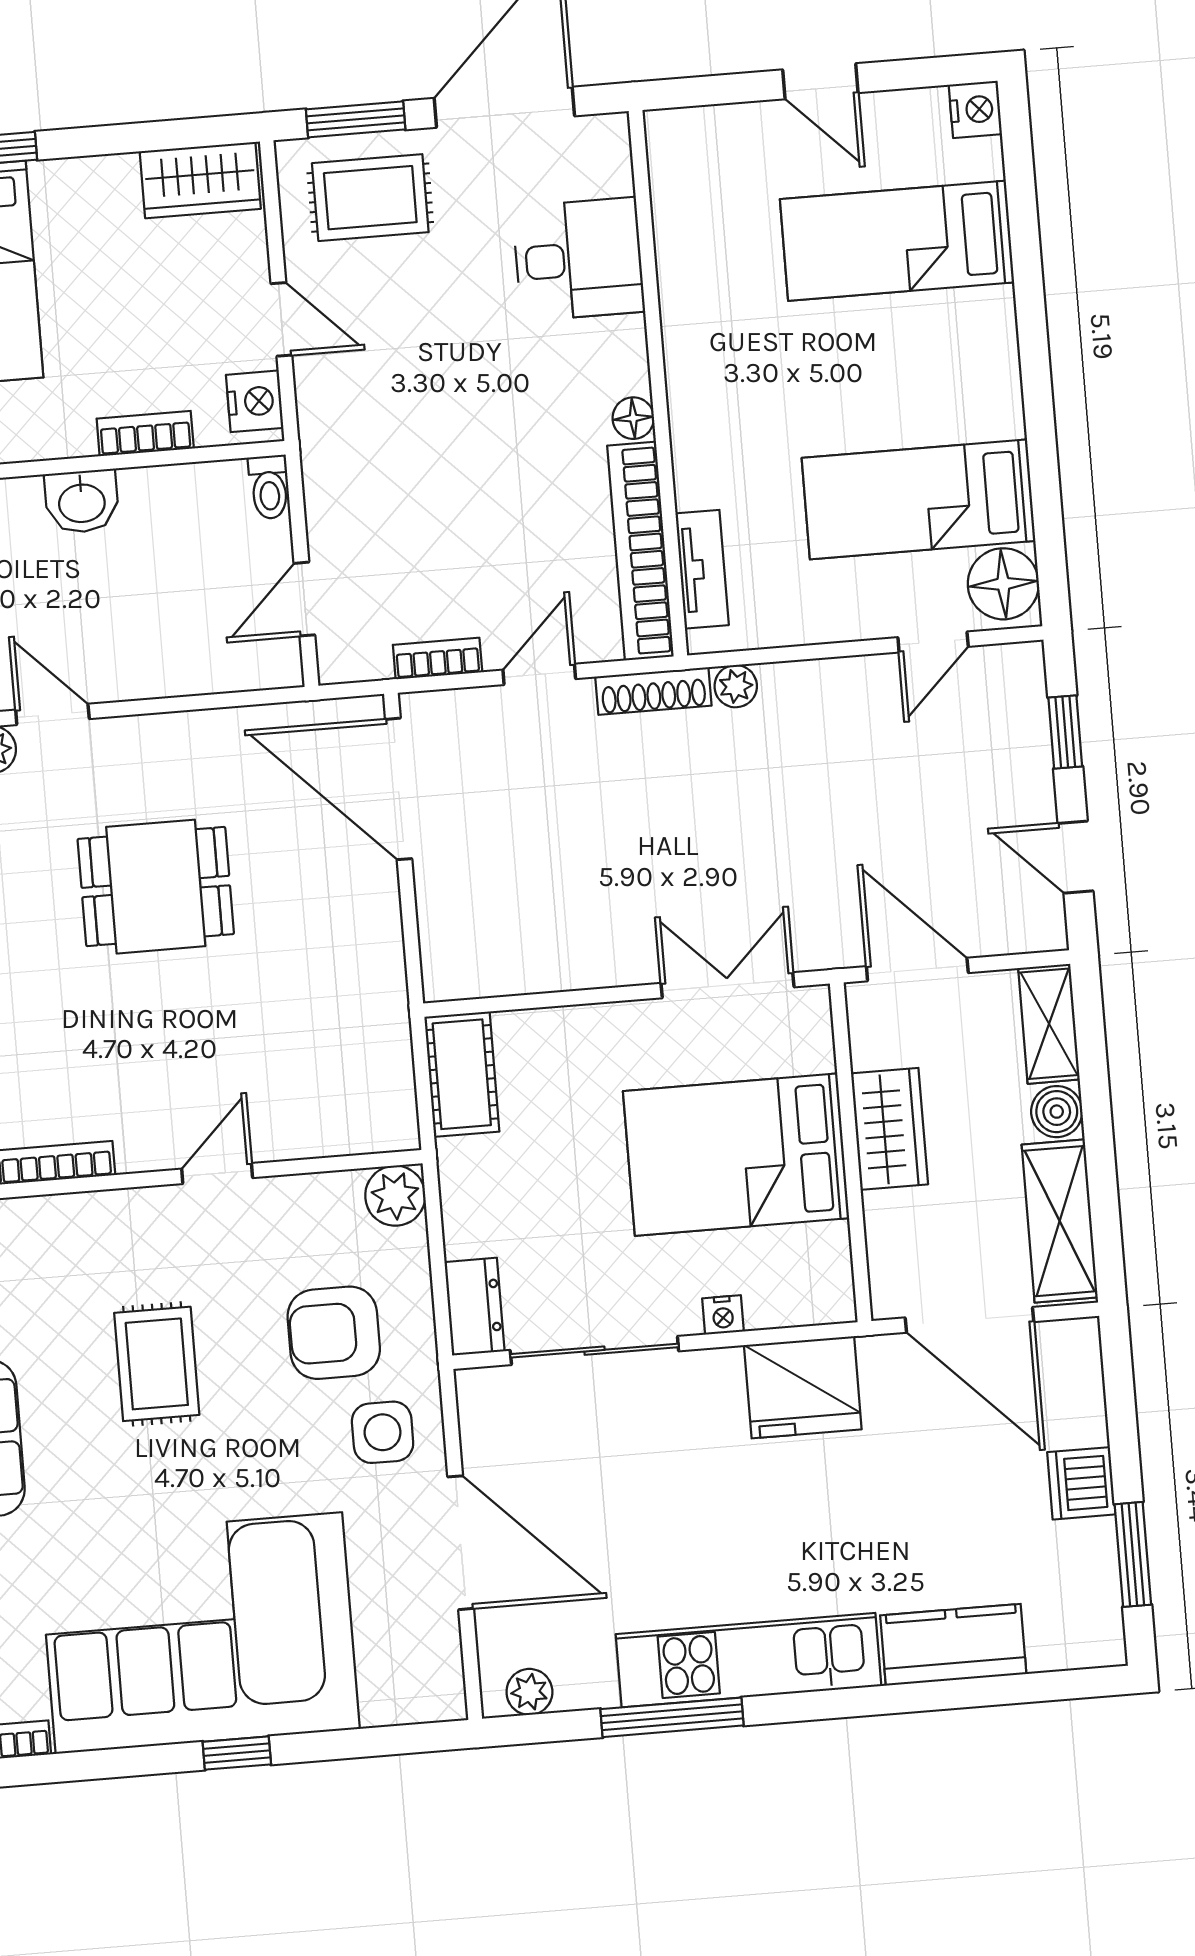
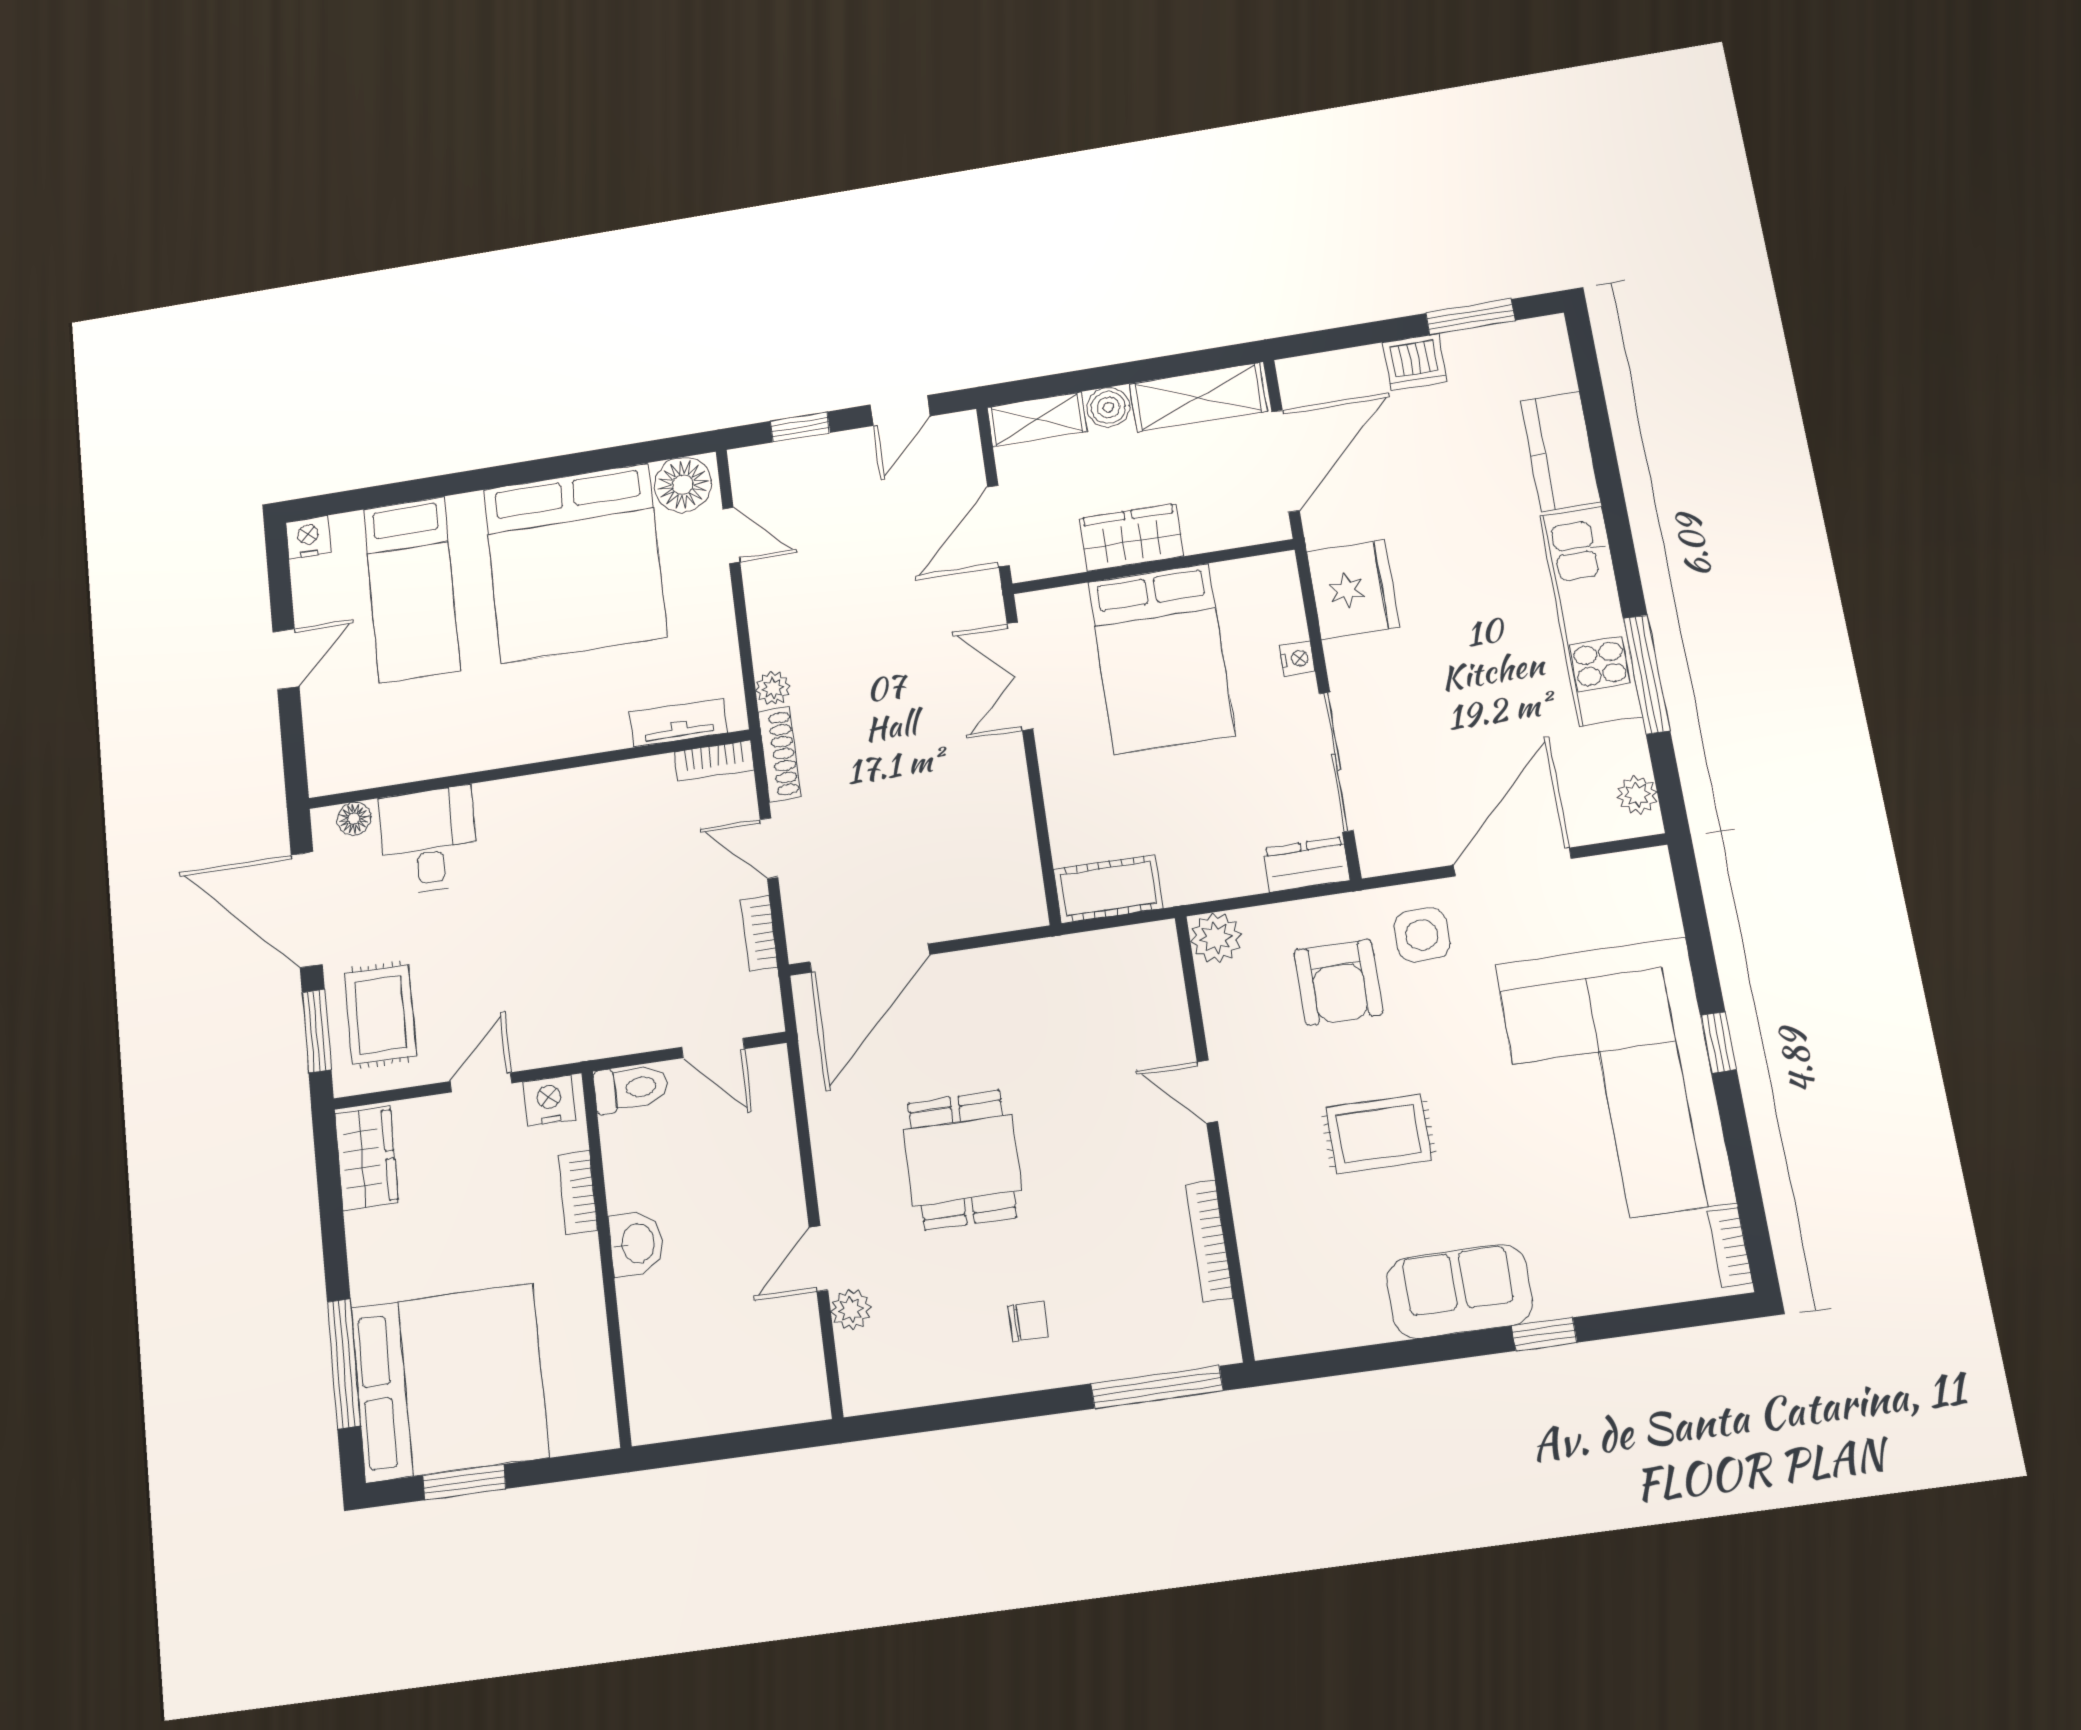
floor lamp: (633, 418) -> (354, 819), moved
toilet: (269, 487) -> (631, 1088), width x1.37, depth x1.39
bed: (919, 499) -> (575, 563), width x2.04
bookcase: (640, 551) -> (714, 761), width x0.43, depth x0.76

